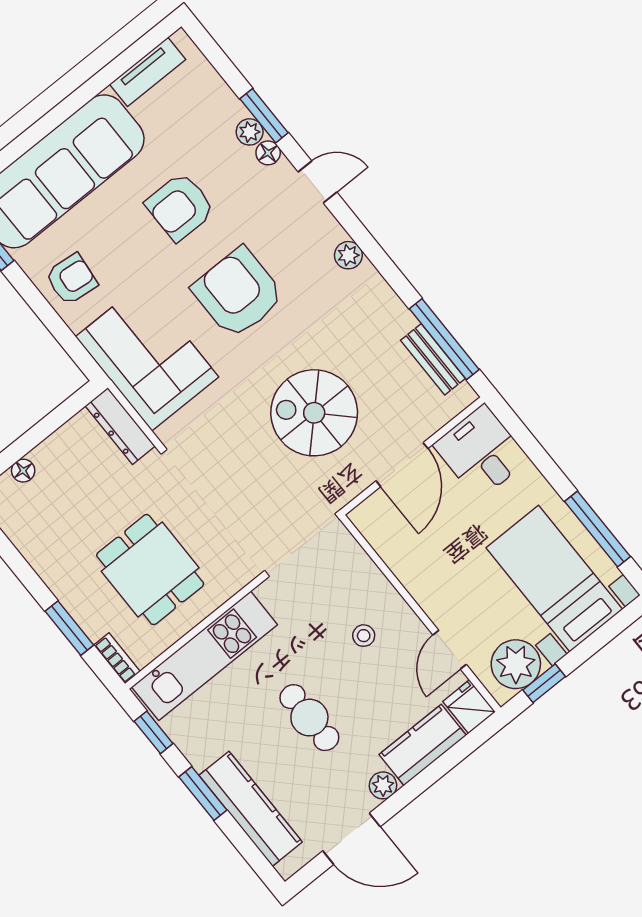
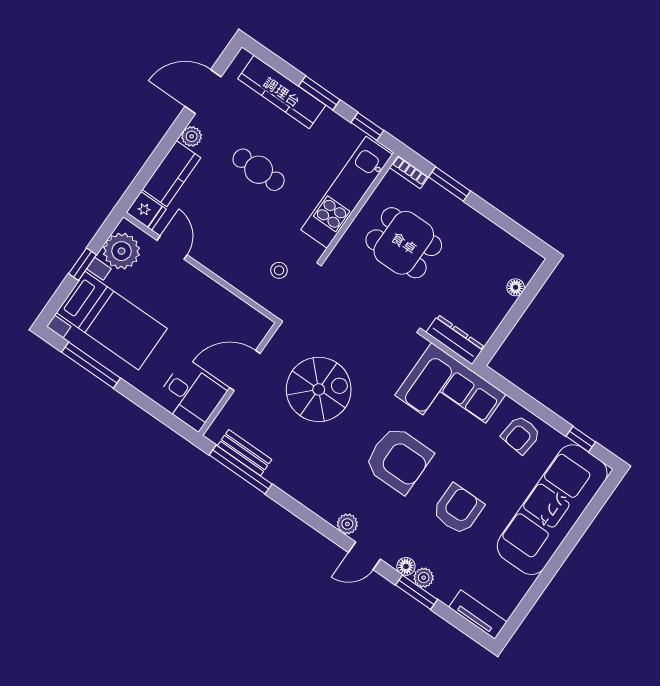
tv unit: (148, 72) -> (478, 614), moved, turned 90
plant: (348, 255) -> (347, 524), moved
door: (402, 465) -> (245, 371), hinge flipped
stool: (364, 636) -> (279, 270), moved
window: (544, 683) -> (83, 264), moved

